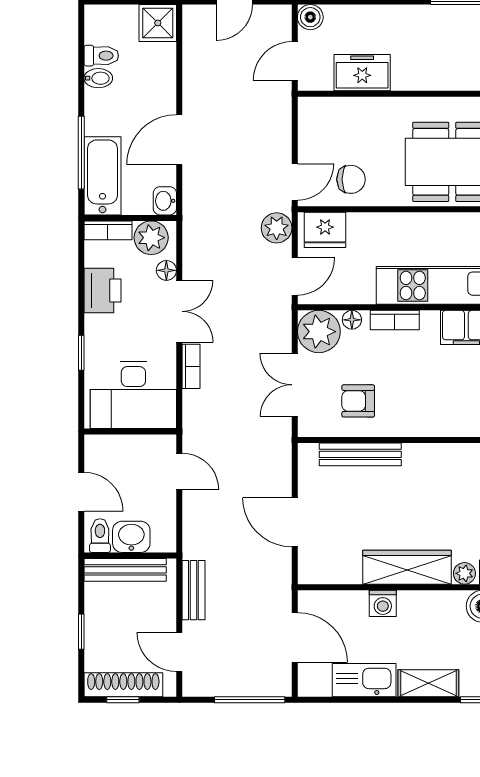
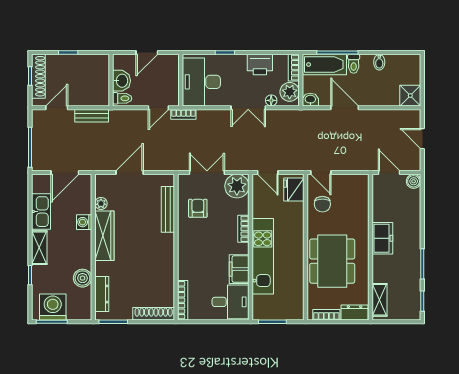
toilet: (101, 56) -> (354, 64), moved
freezer: (362, 73) -> (382, 238), moved
plant: (277, 228) -> (295, 162), removed
floor lamp: (352, 320) -> (243, 205), removed
bookcase: (191, 366) -> (183, 114), moved
toilet: (100, 536) -> (122, 98), moved
bench: (125, 570) -> (103, 77), removed
plant: (464, 573) -> (101, 203), moved

